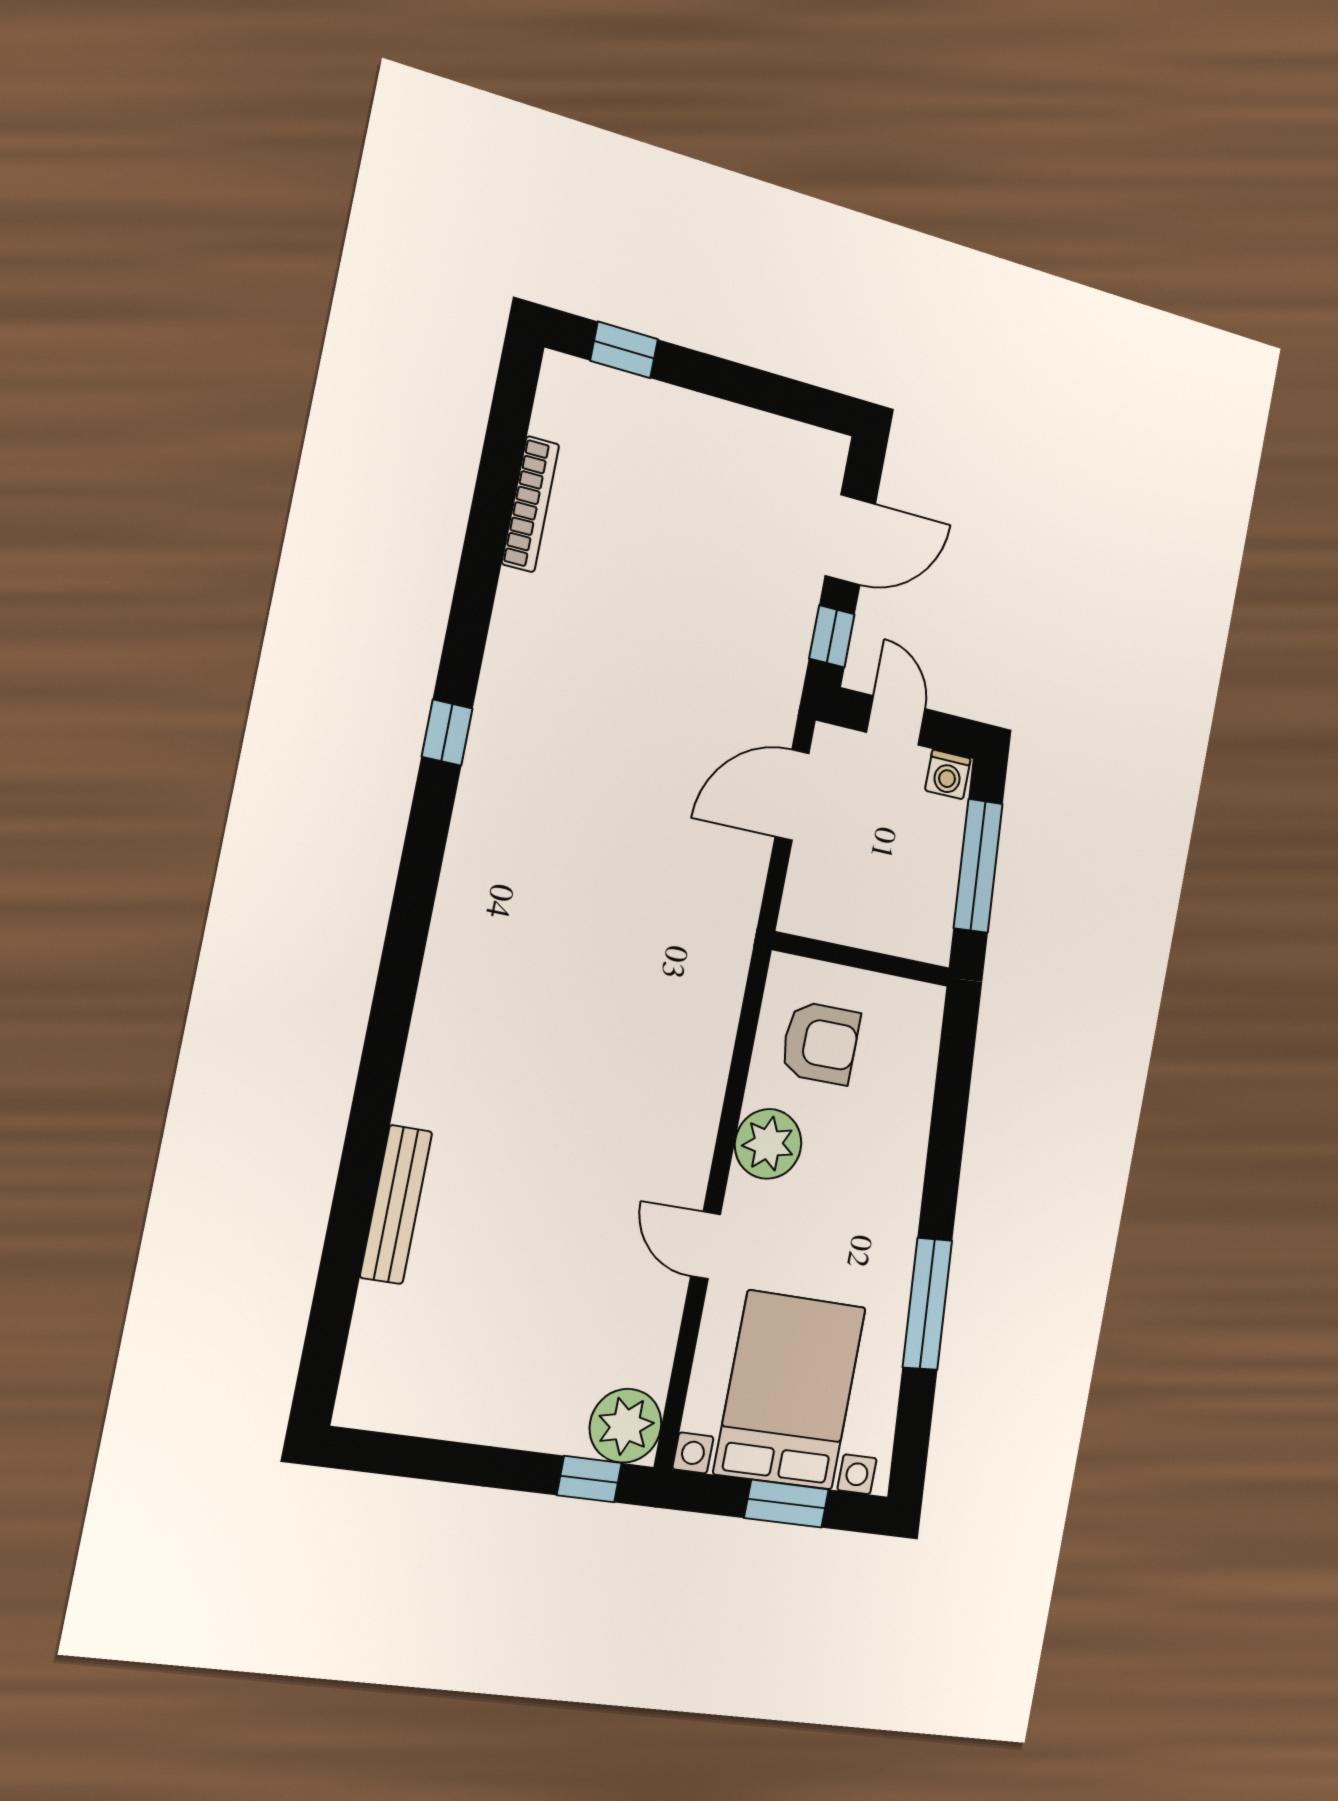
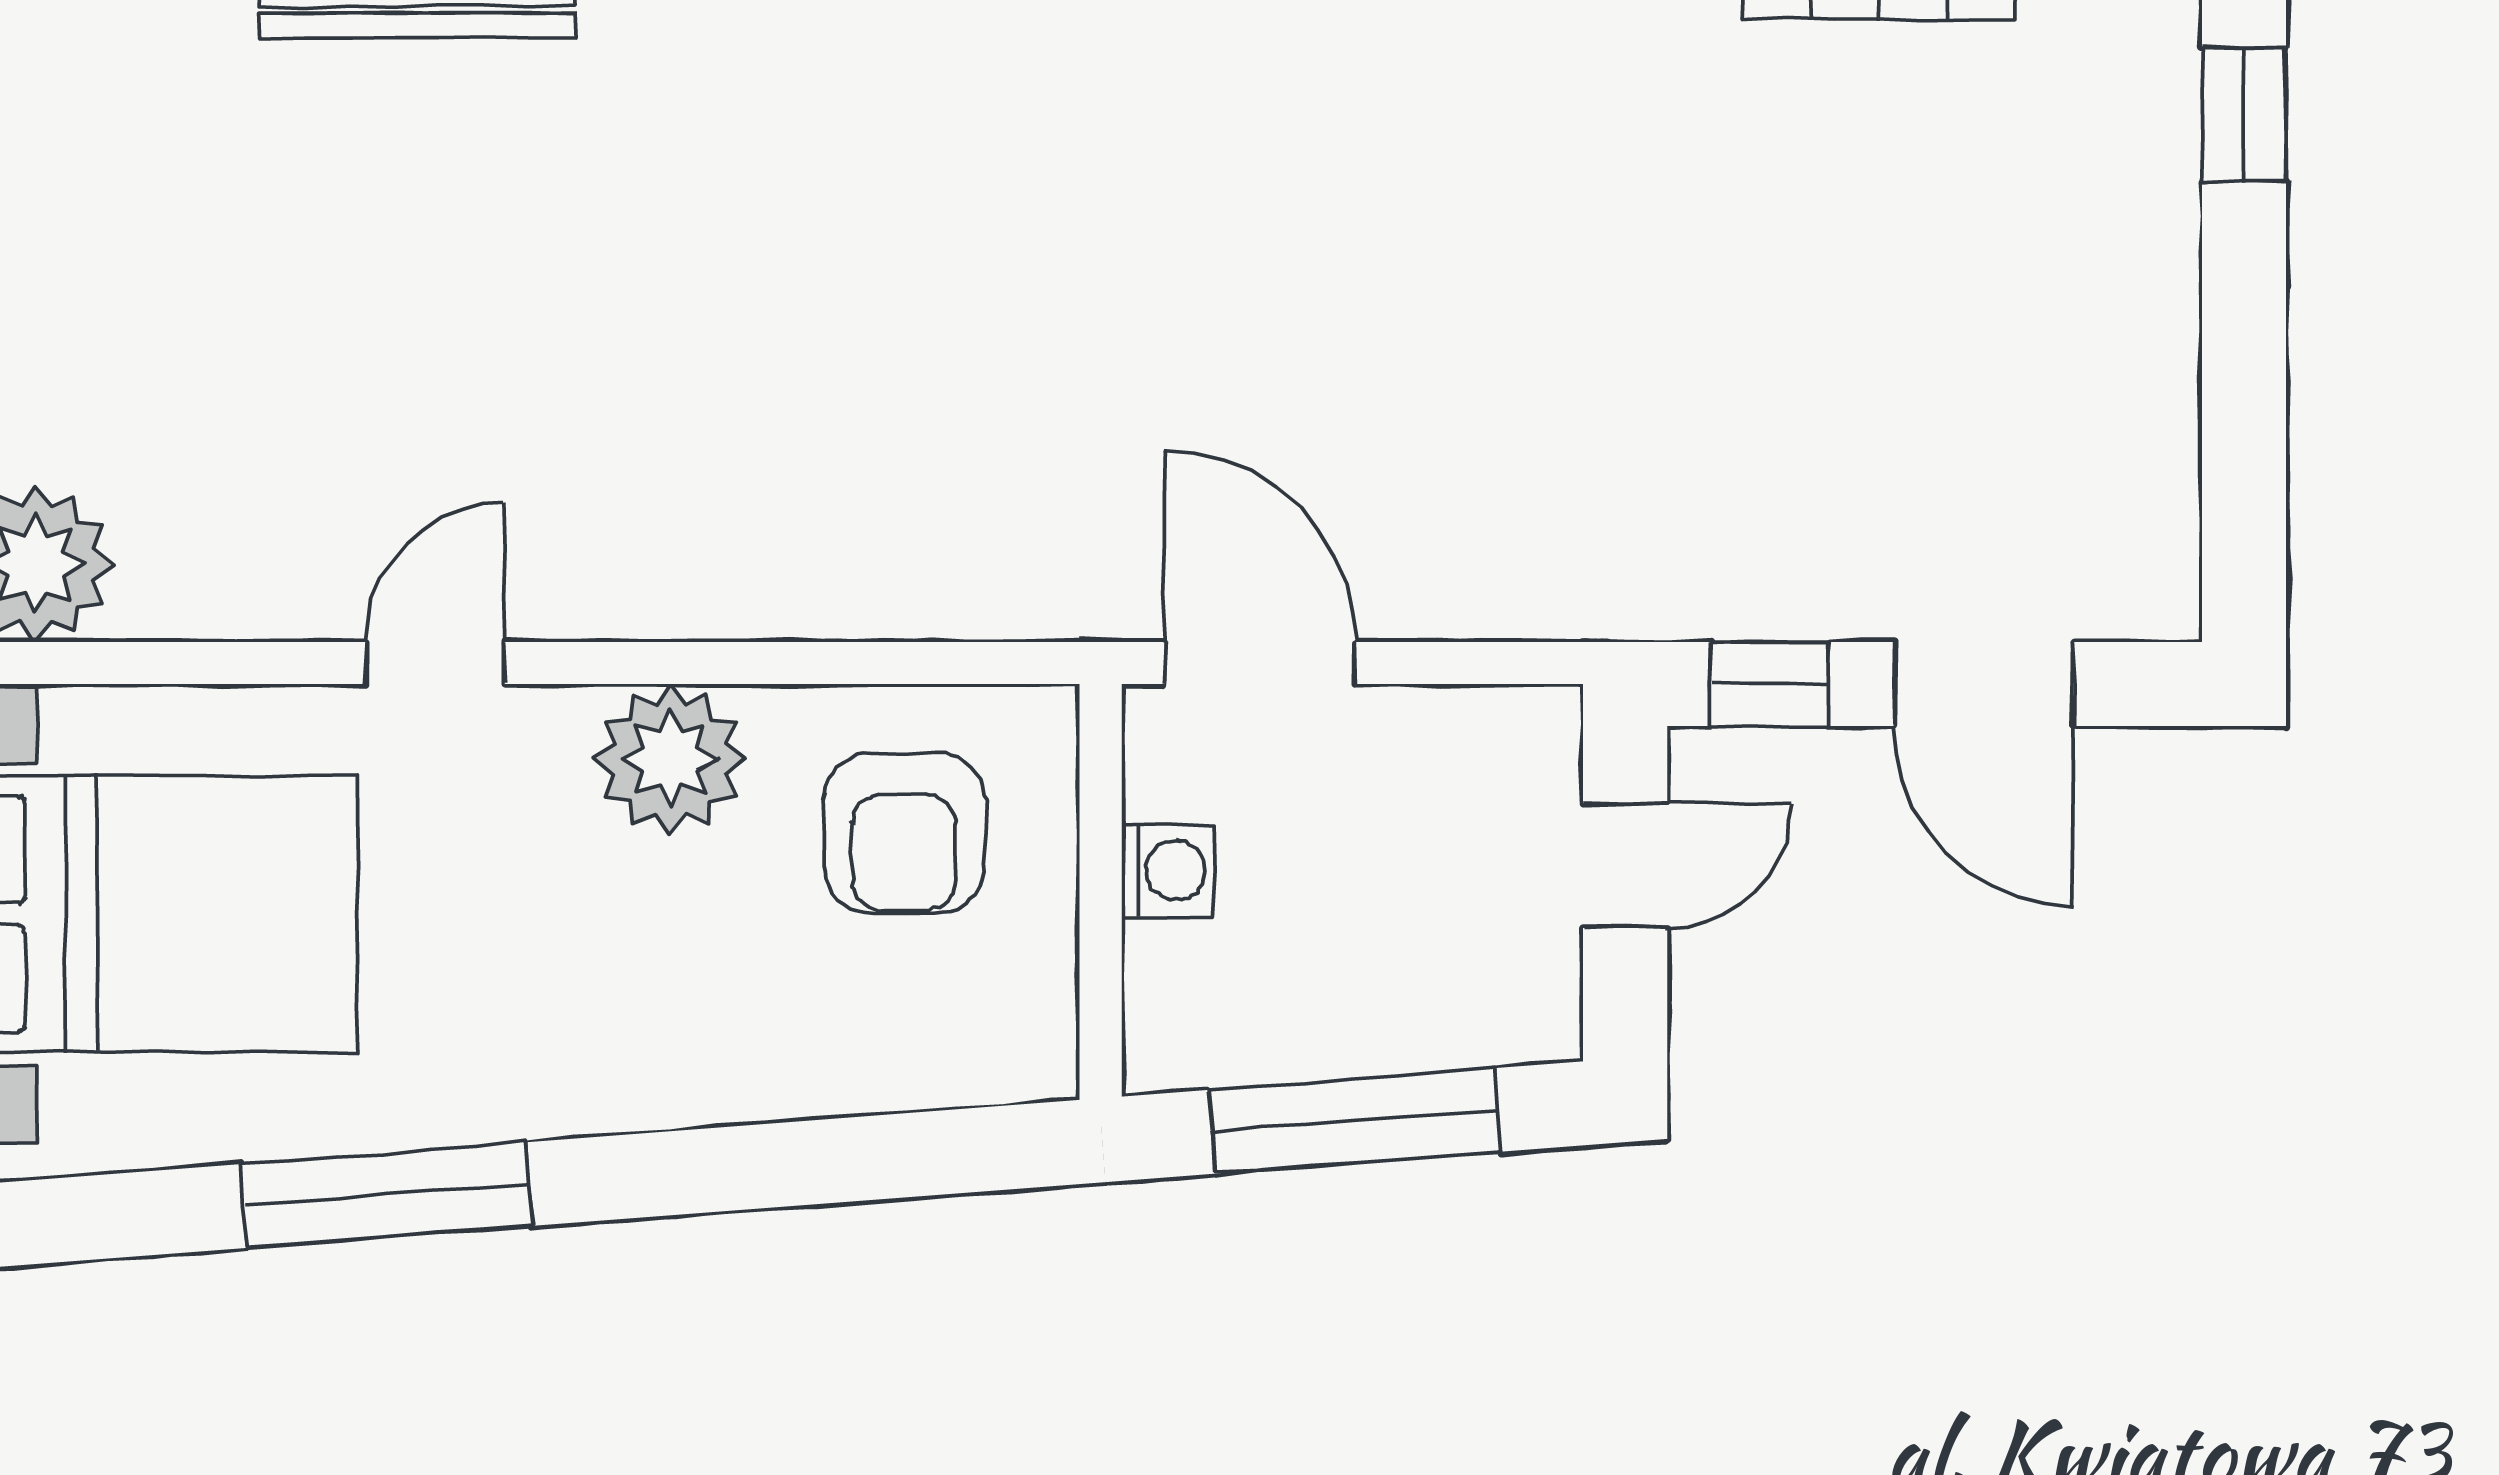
washing machine: (948, 774) -> (1168, 870), moved, turned 180
door: (792, 795) -> (1260, 663), moved

